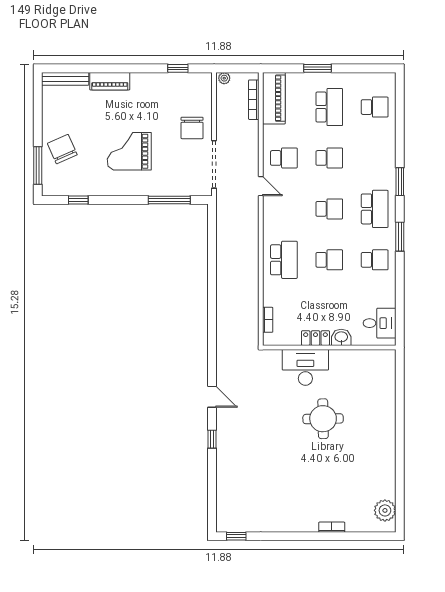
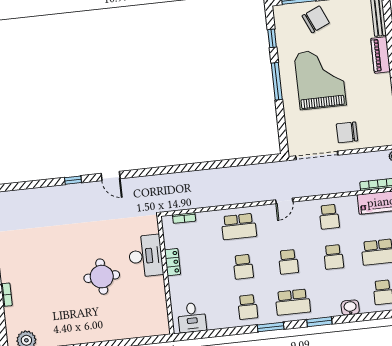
grand piano: (129, 151) -> (320, 79), width x1.37, depth x1.48
door: (261, 186) -> (284, 201), moved
window: (169, 200) -> (277, 81), moved
washbasin: (341, 337) -> (350, 308), moved, turned -90
door: (212, 397) -> (111, 176), hinge flipped

